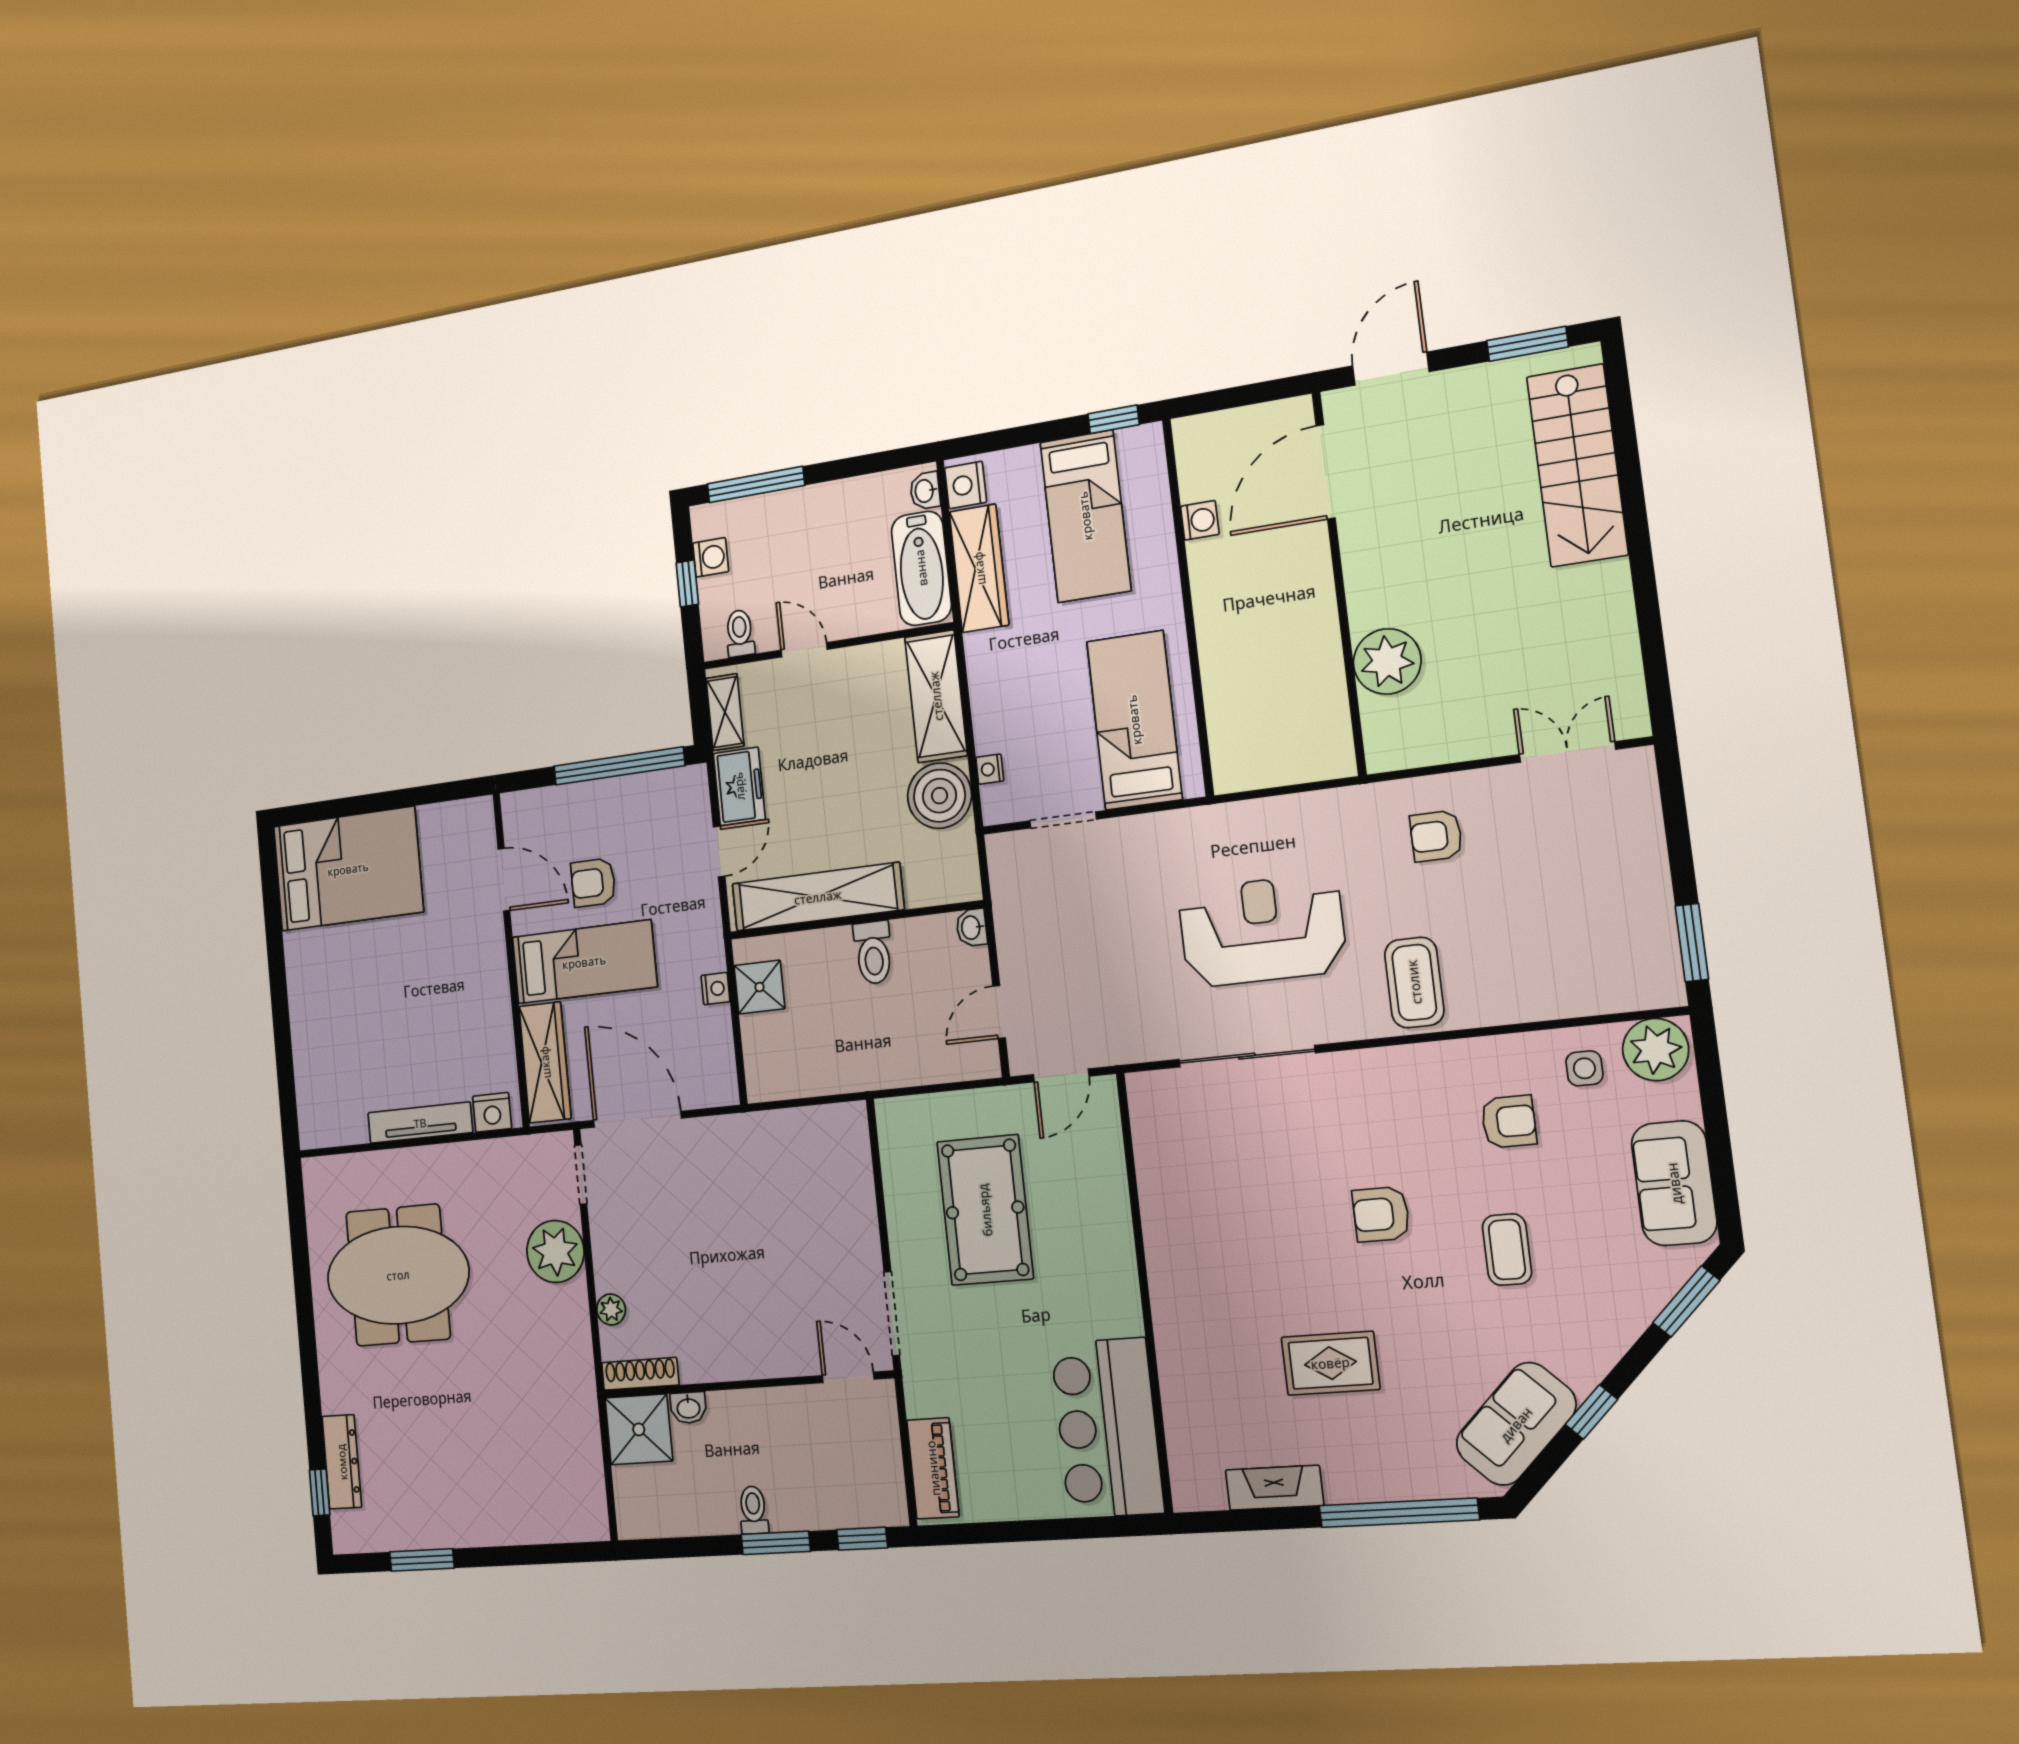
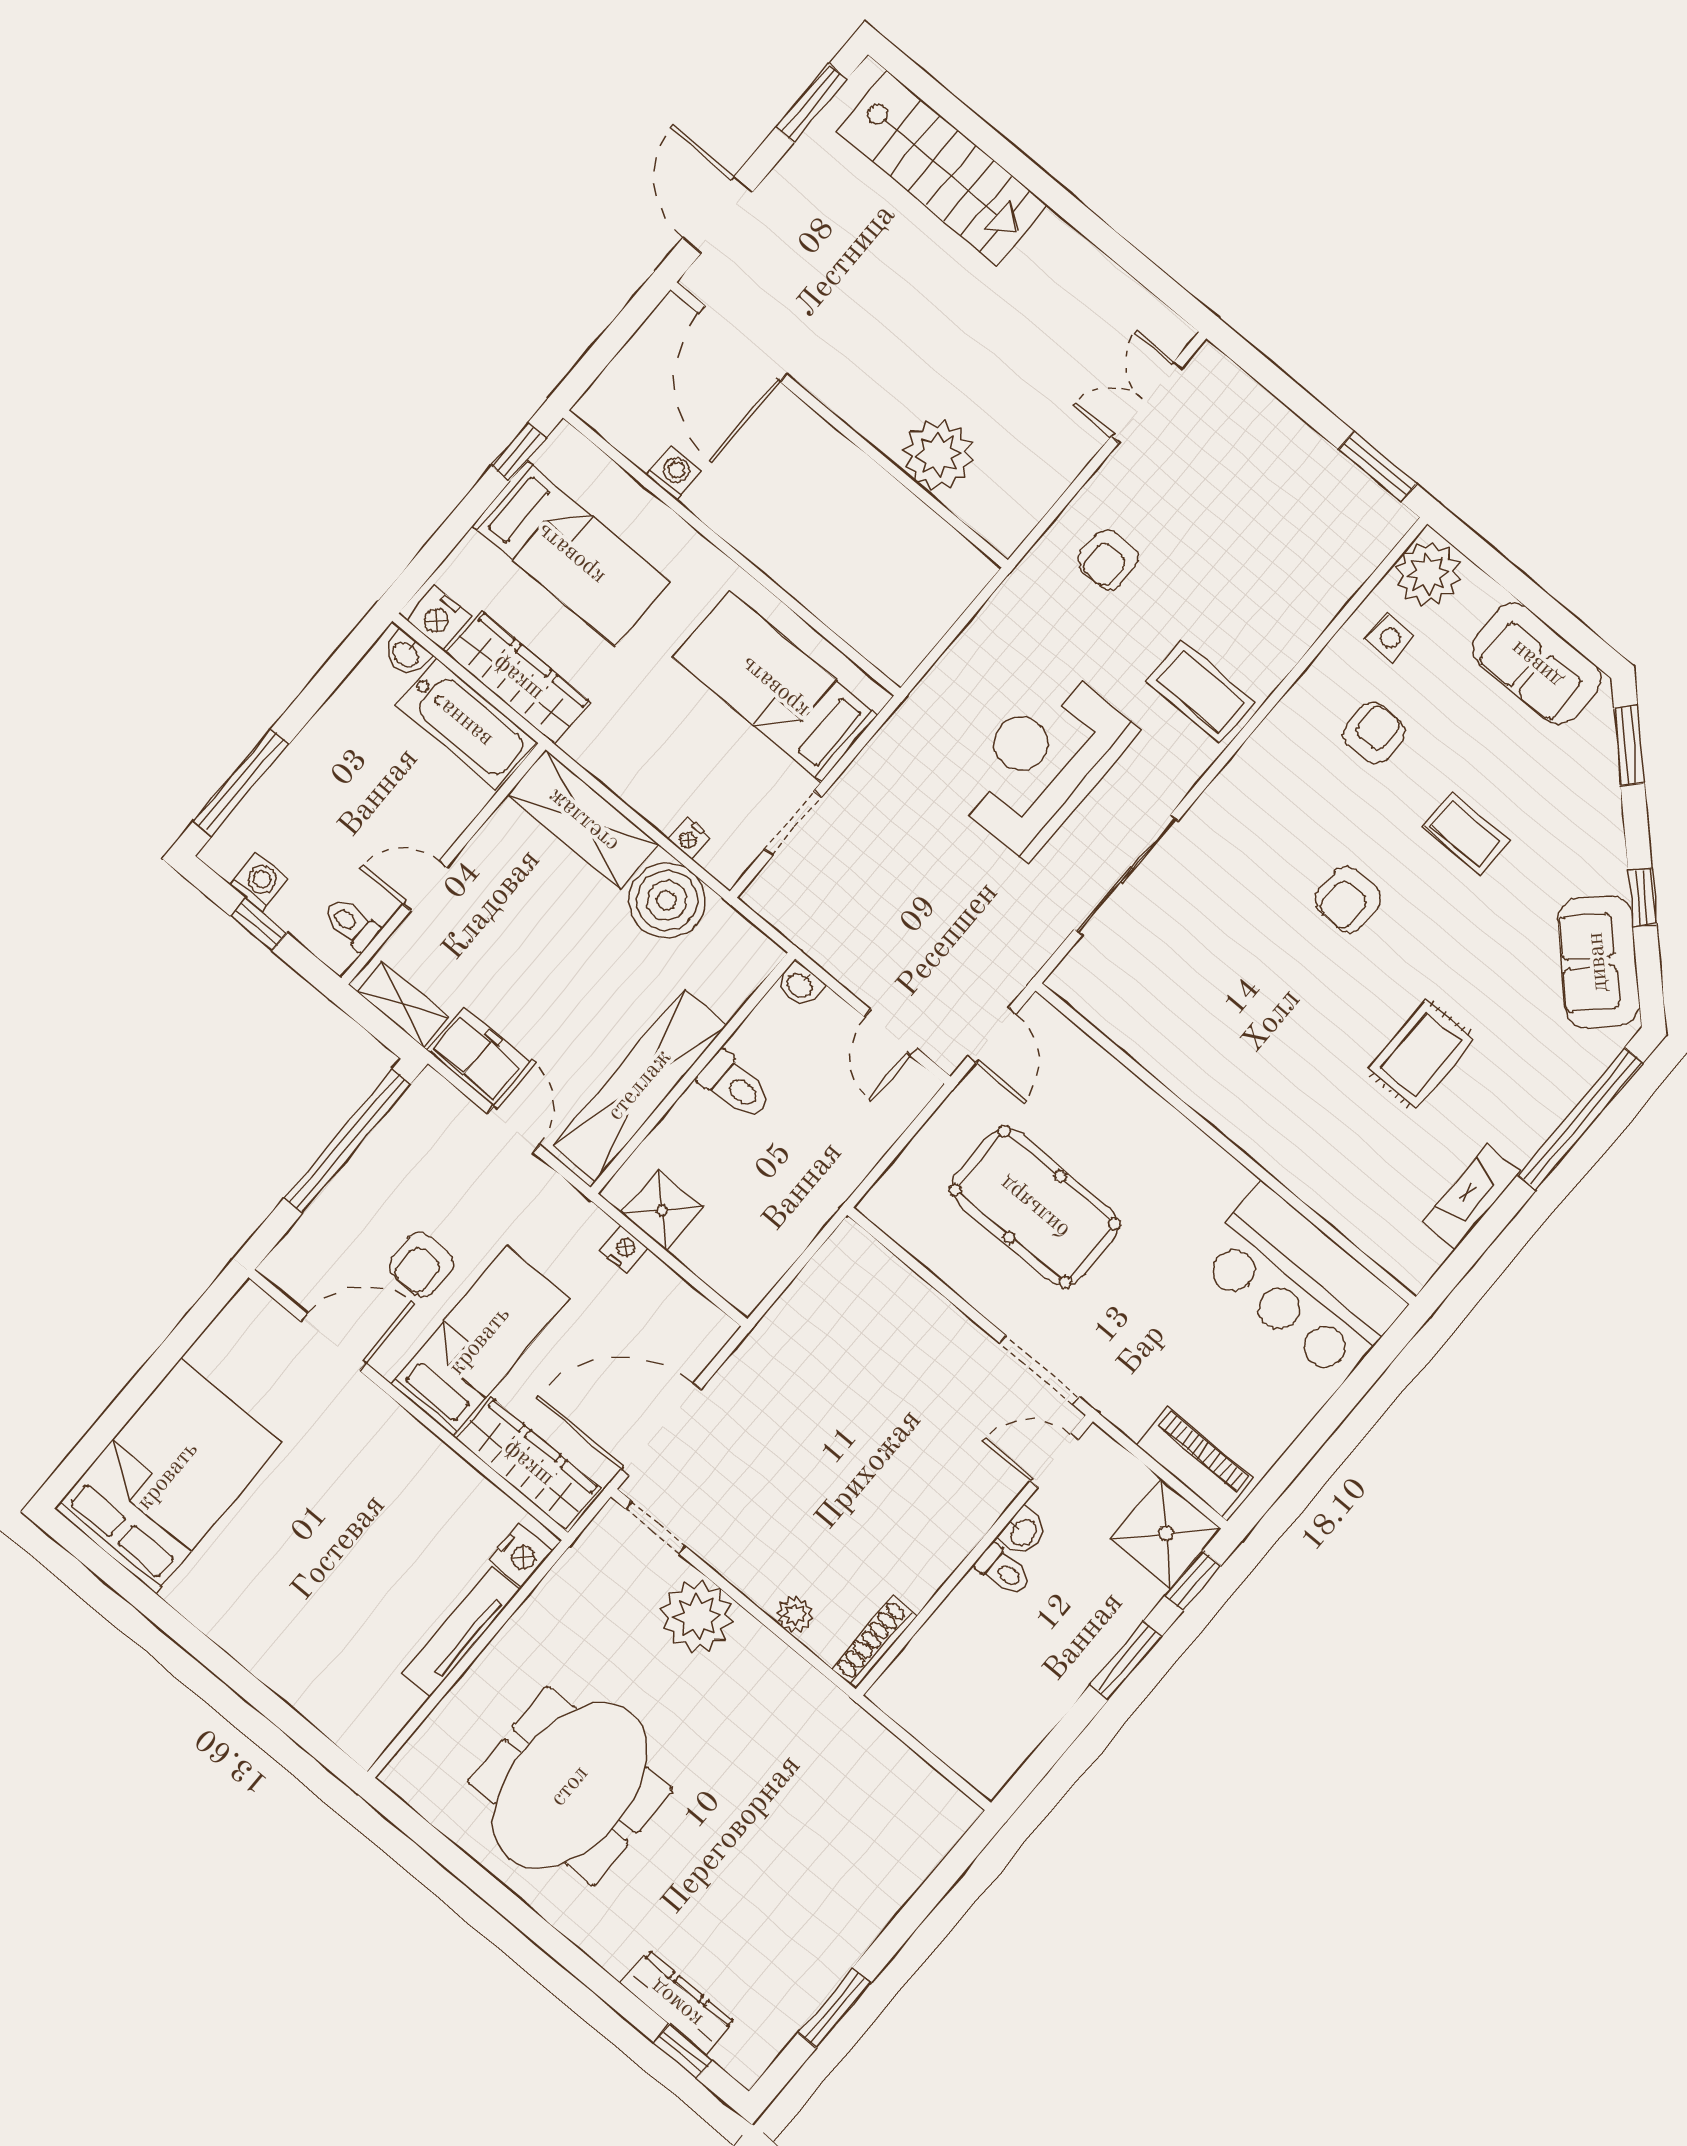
washbasin: (688, 1408) -> (1023, 1532), moved
shower: (639, 1429) -> (1166, 1534), moved
toilet: (753, 1510) -> (1003, 1570), moved, turned 180

